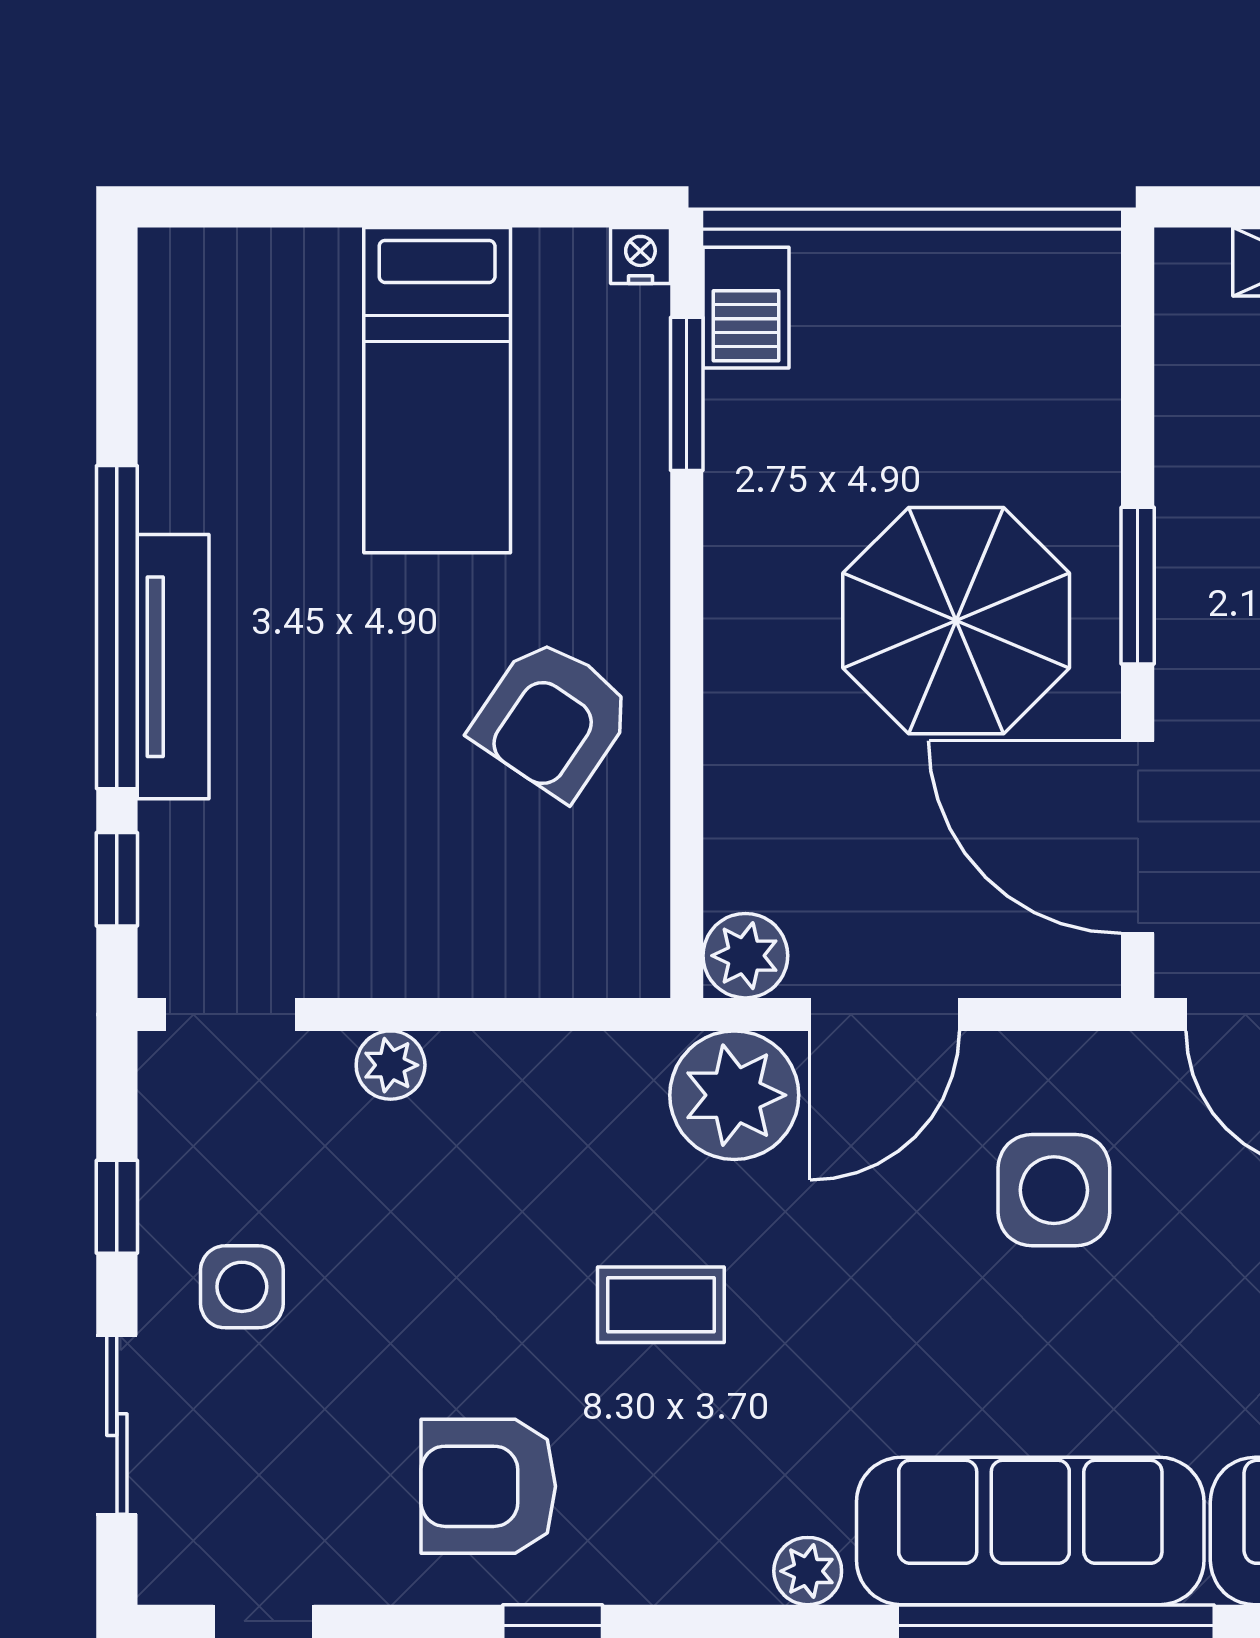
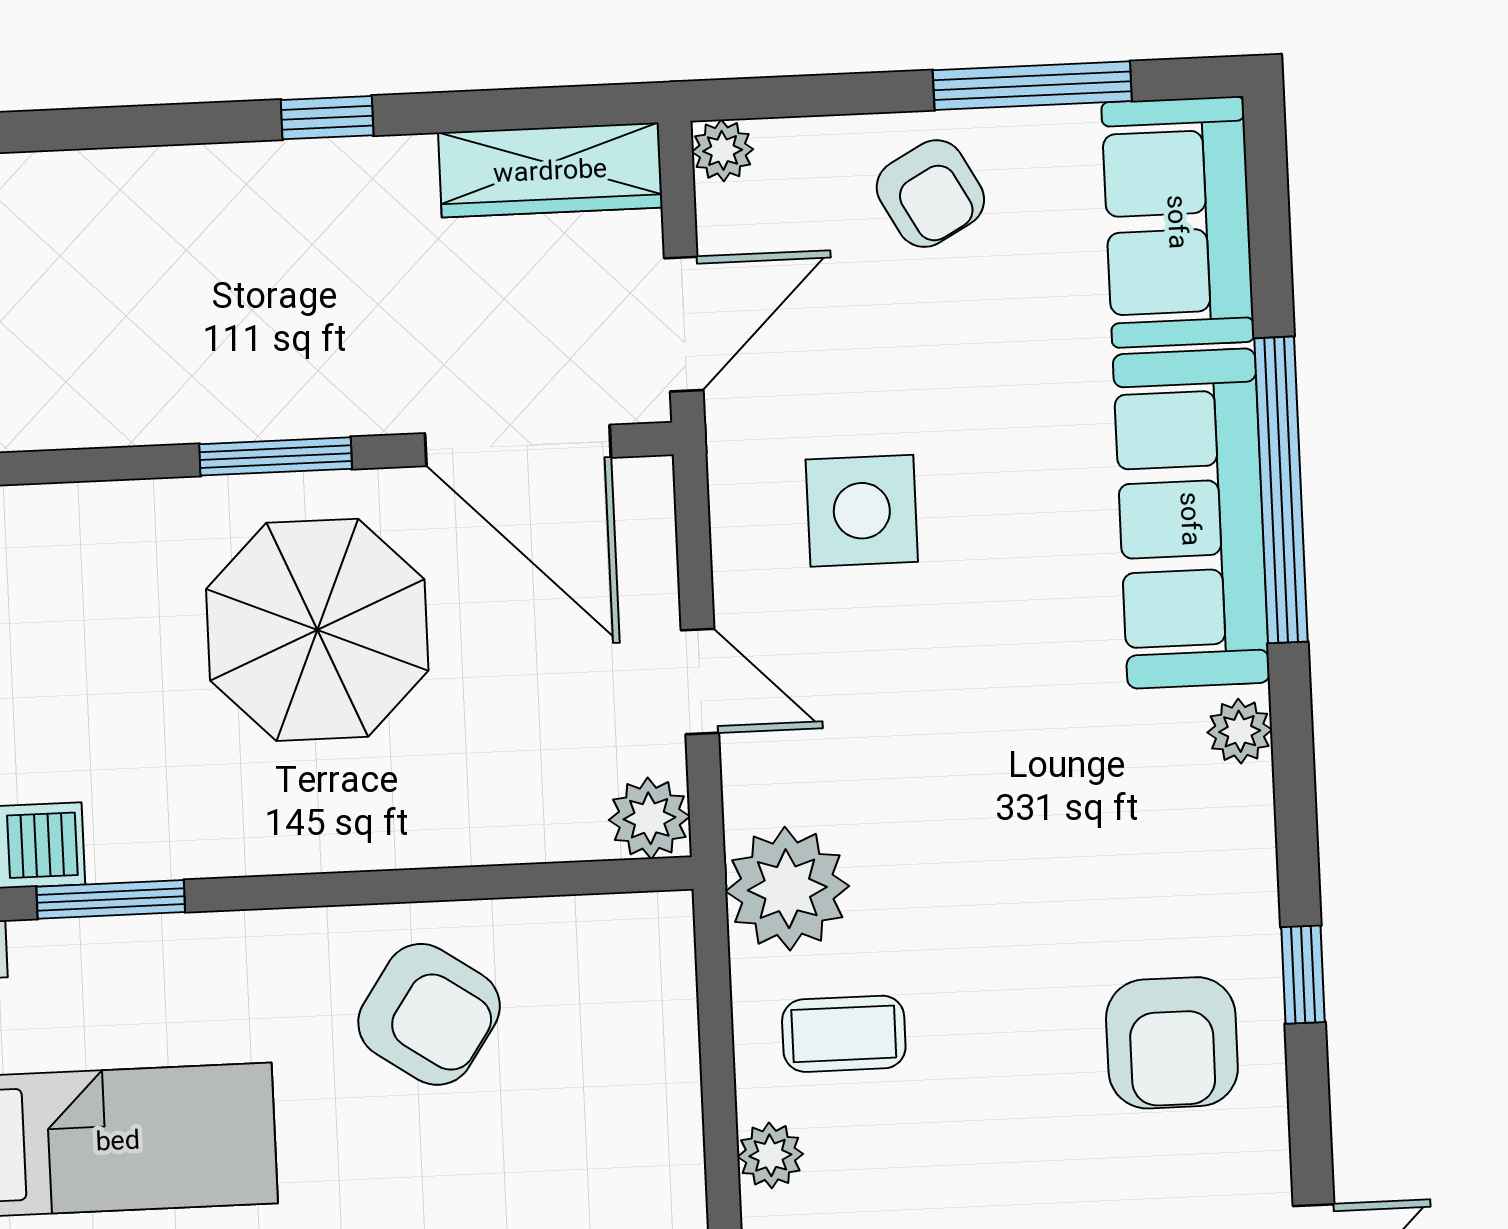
door: (1138, 837) -> (518, 445), hinge flipped
door: (885, 1014) -> (700, 681), width x0.73
plant: (734, 1095) -> (787, 889), moved
coffee table: (661, 1305) -> (844, 1034), moved, turned 90

